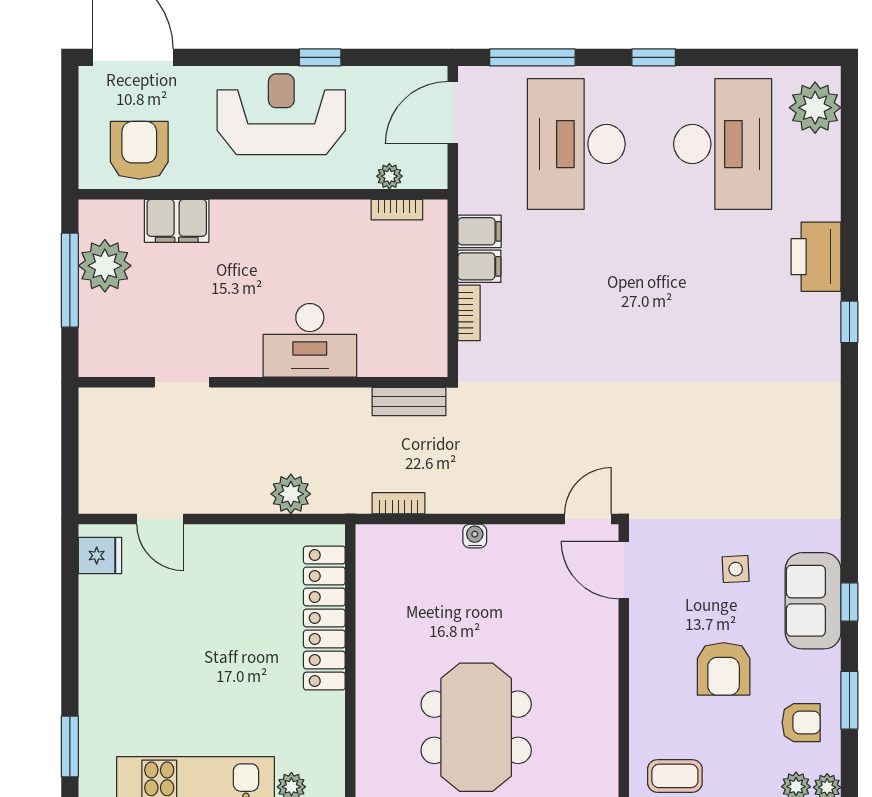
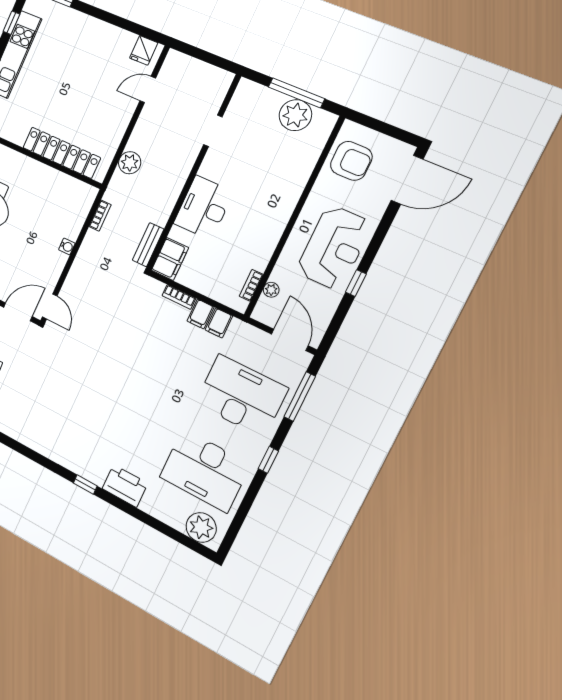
filing cabinet: (177, 221) -> (170, 259), moved, turned 180

